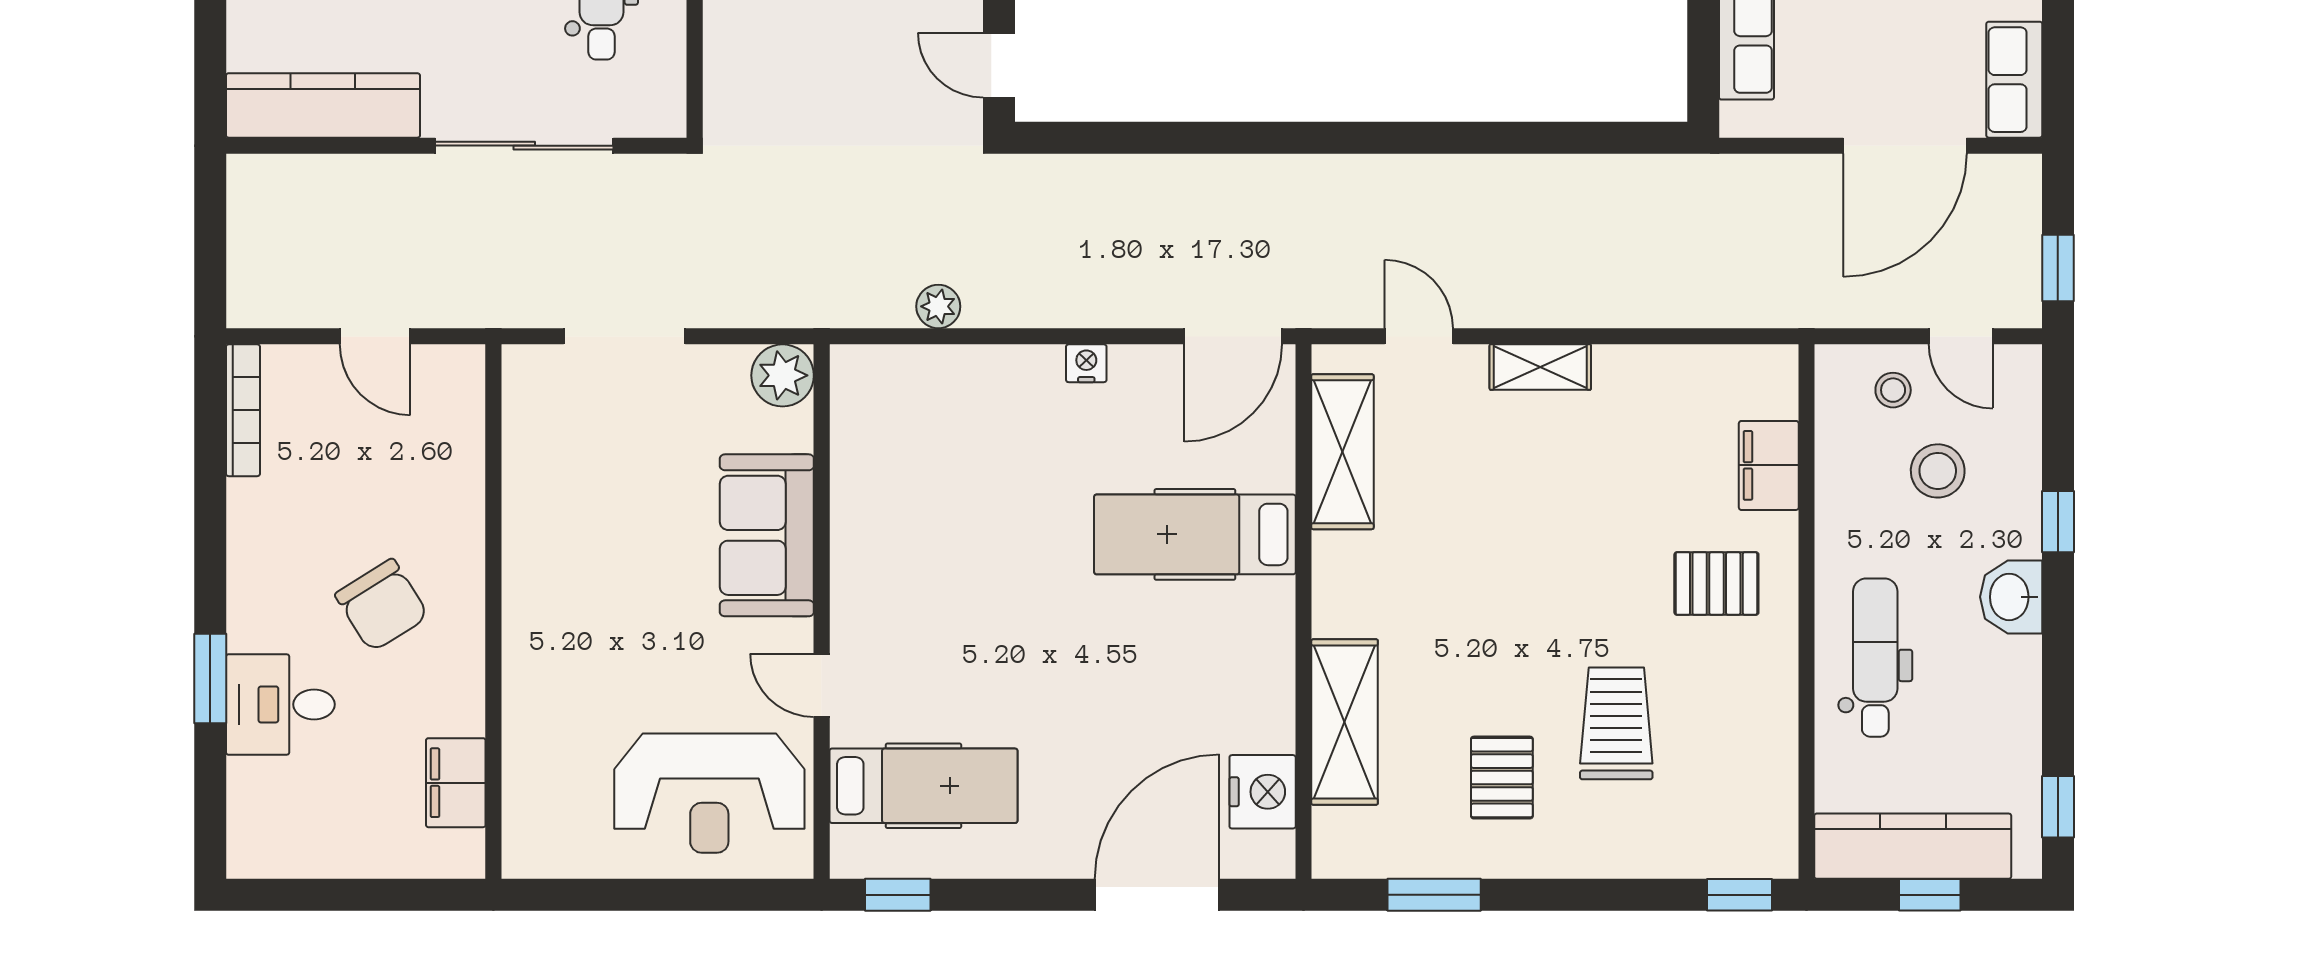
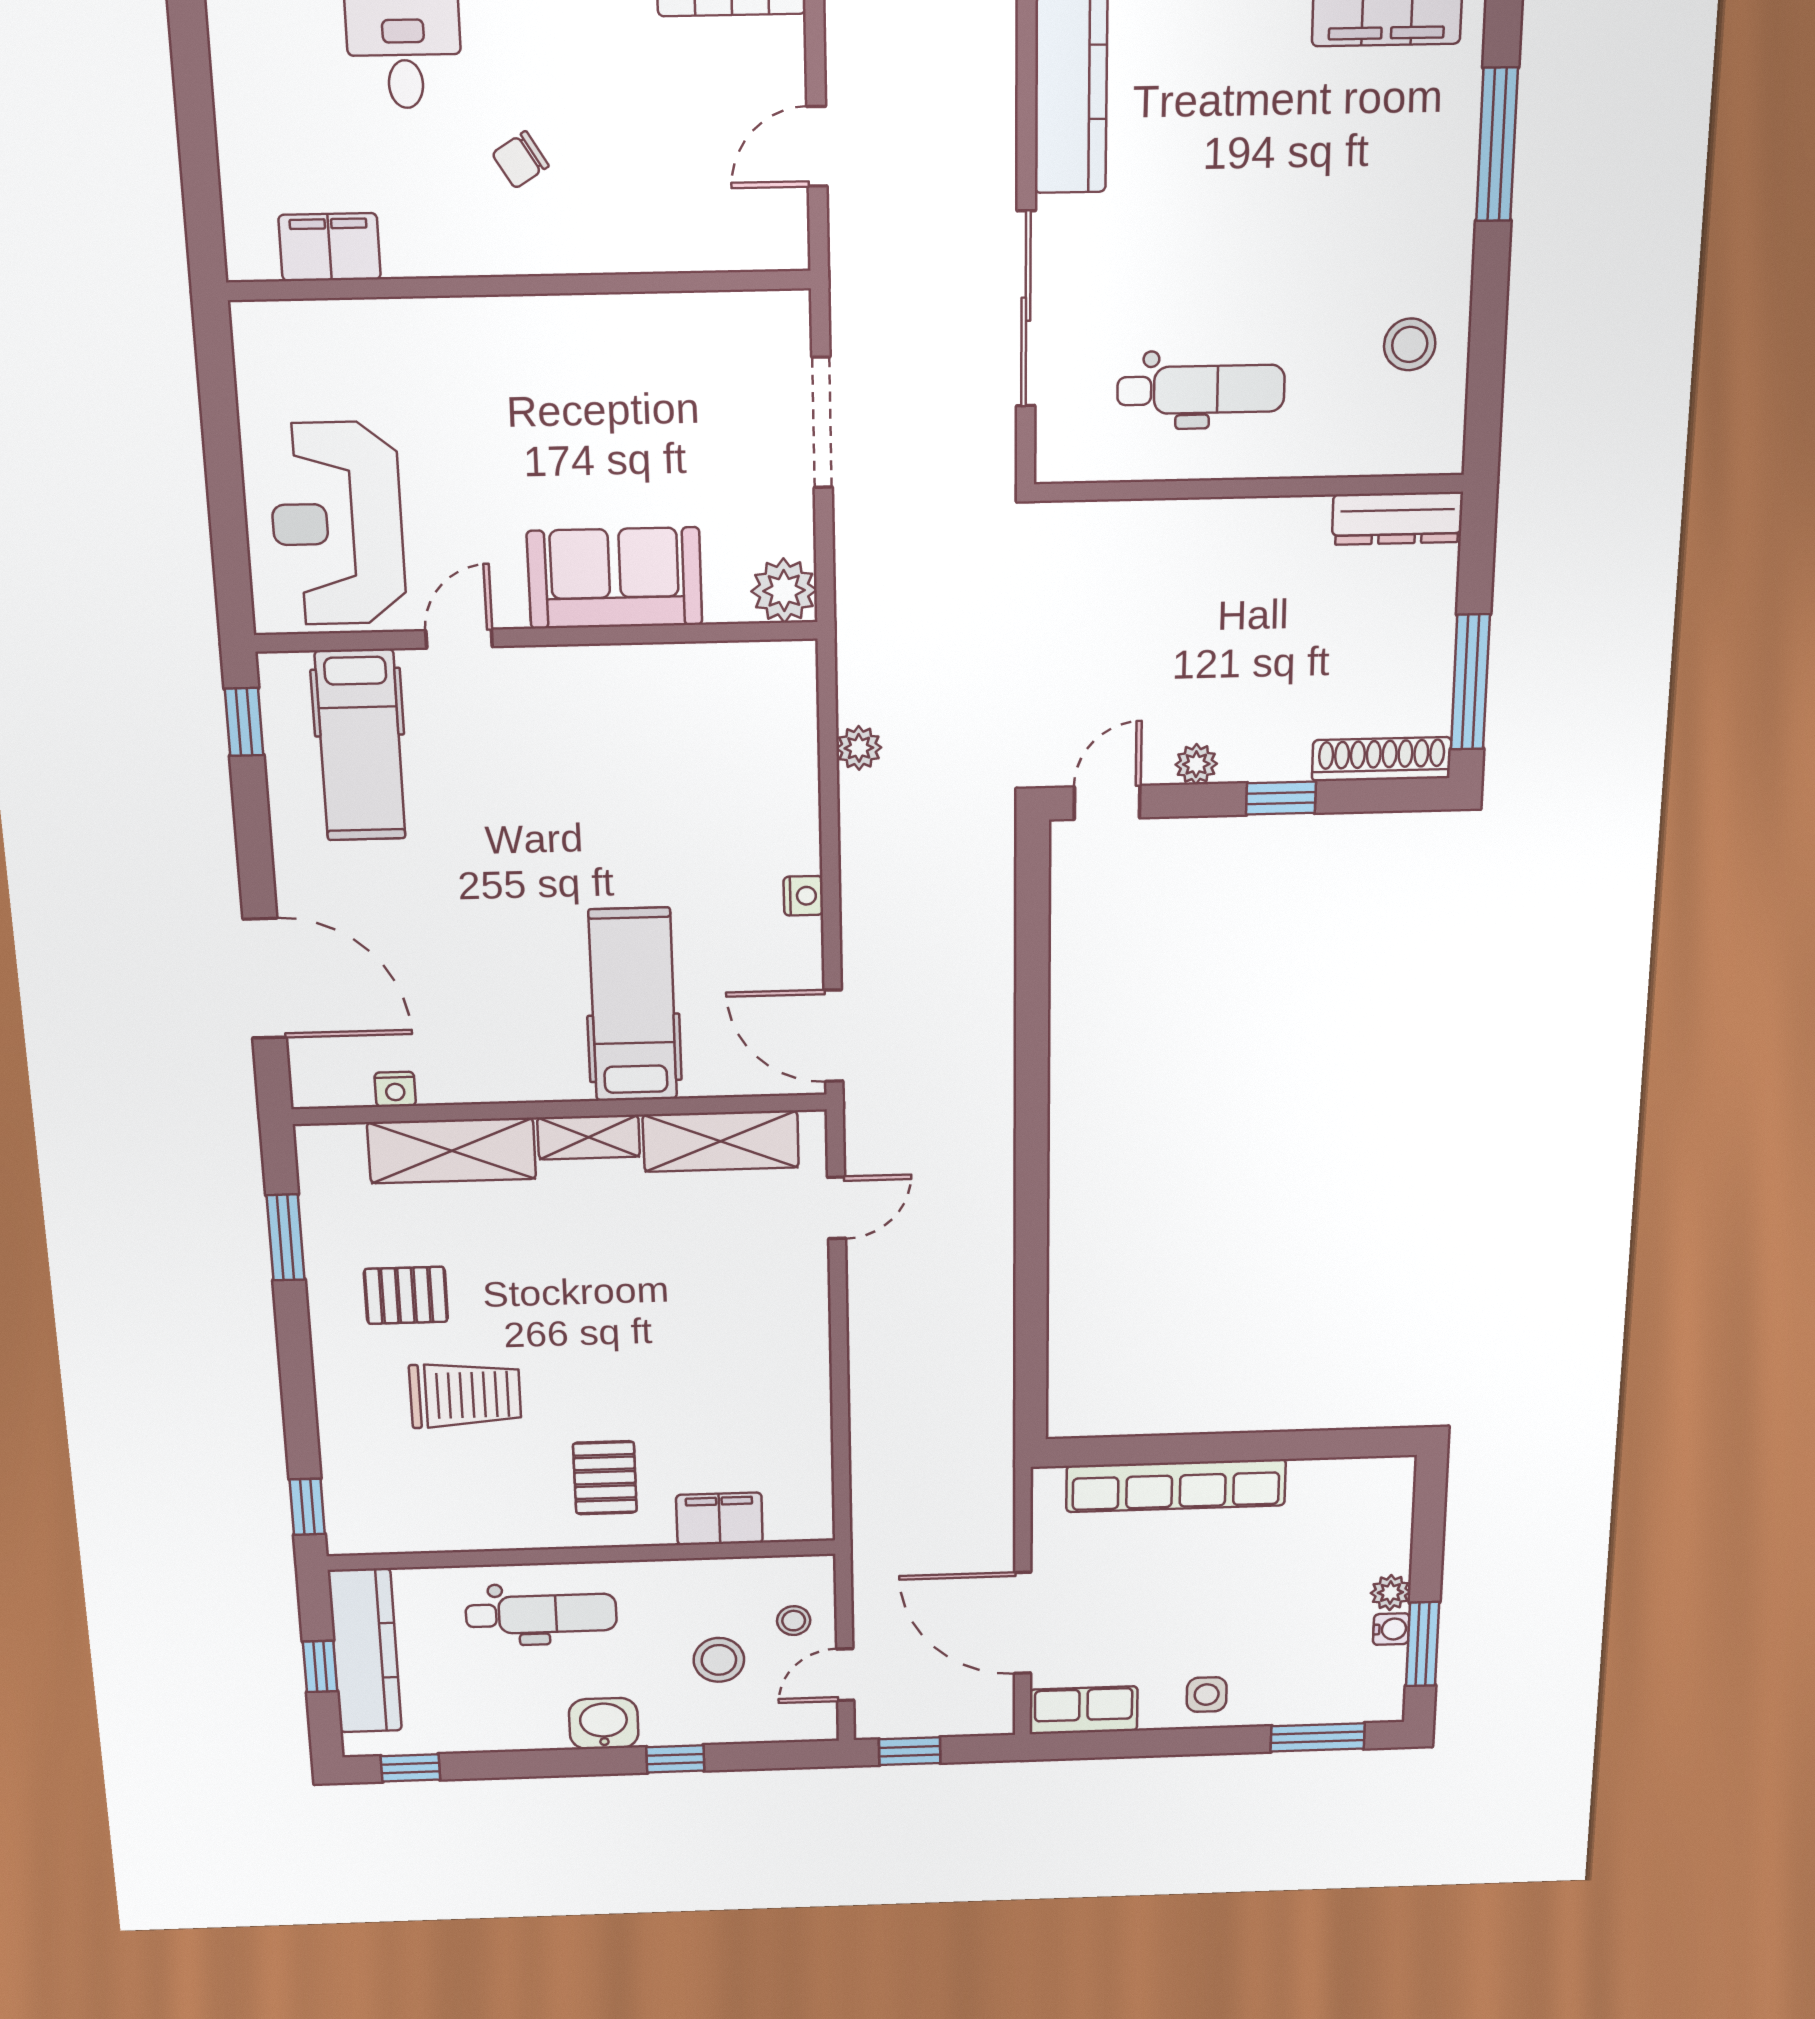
shelving: (1540, 367) -> (589, 1137), moved, turned 90
chair: (382, 605) -> (520, 160), width x0.54, depth x0.54
nightstand: (1263, 792) -> (395, 1089), width x0.53, depth x0.56

